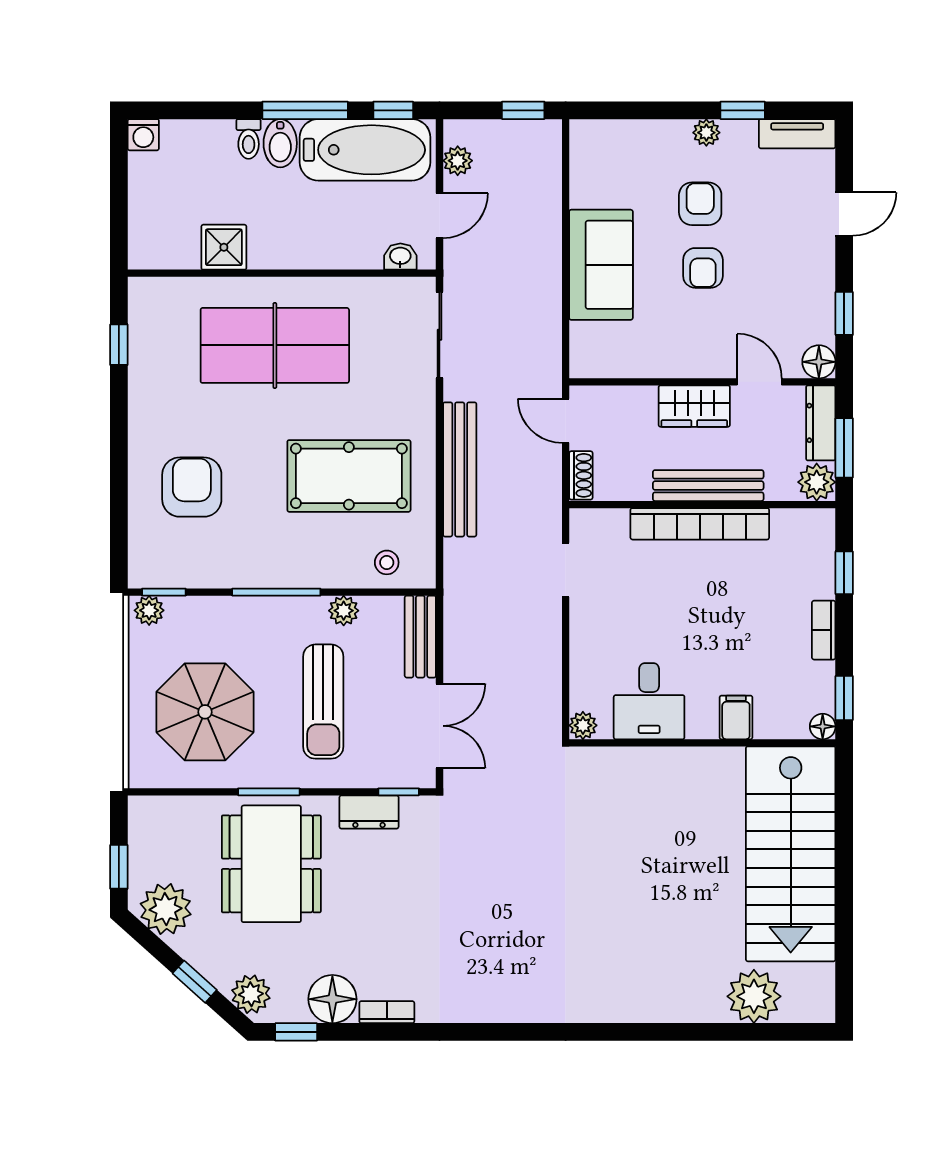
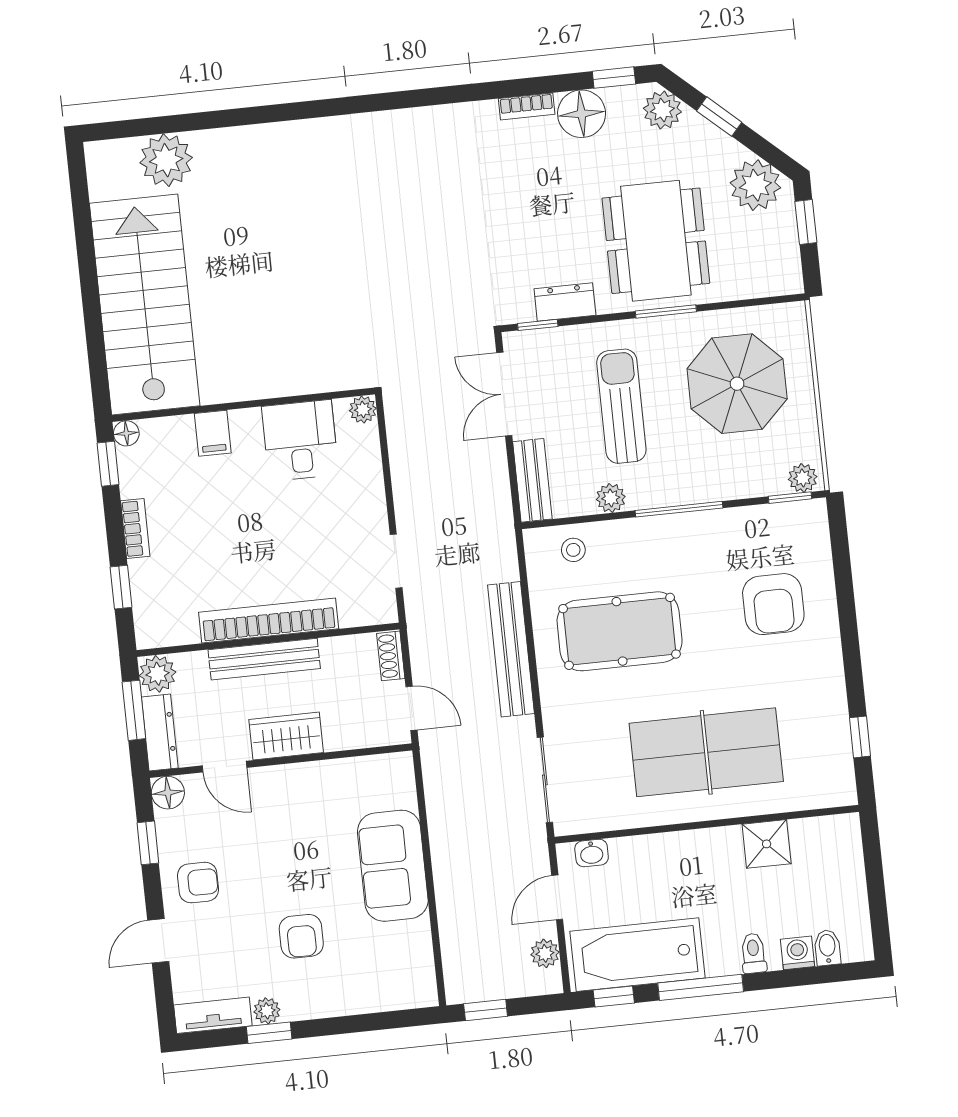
plant: (706, 133) -> (267, 1011), moved
washing machine: (143, 135) -> (797, 953), moved
bidet: (280, 143) -> (827, 948), moved, width x0.72, depth x0.74
armchair: (703, 268) -> (198, 883), moved, turned 90

